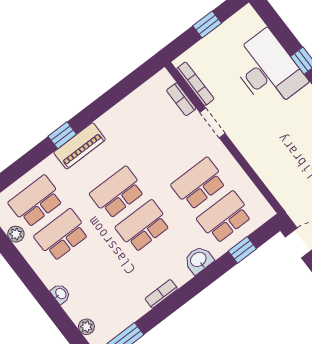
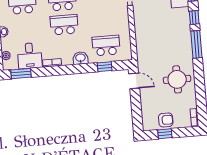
school desk: (199, 184) -> (104, 21), removed
desk: (121, 305) -> (30, 56), added

